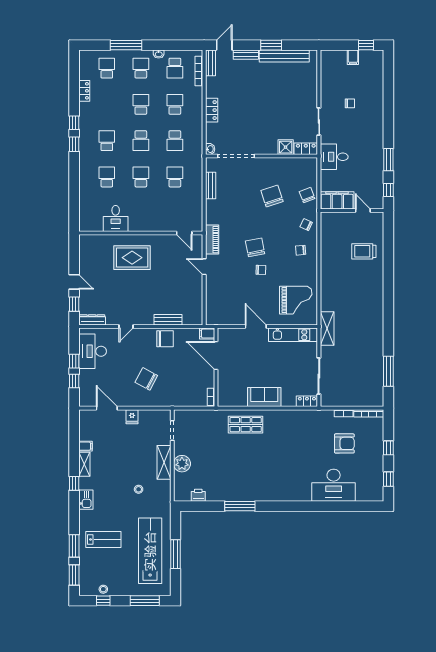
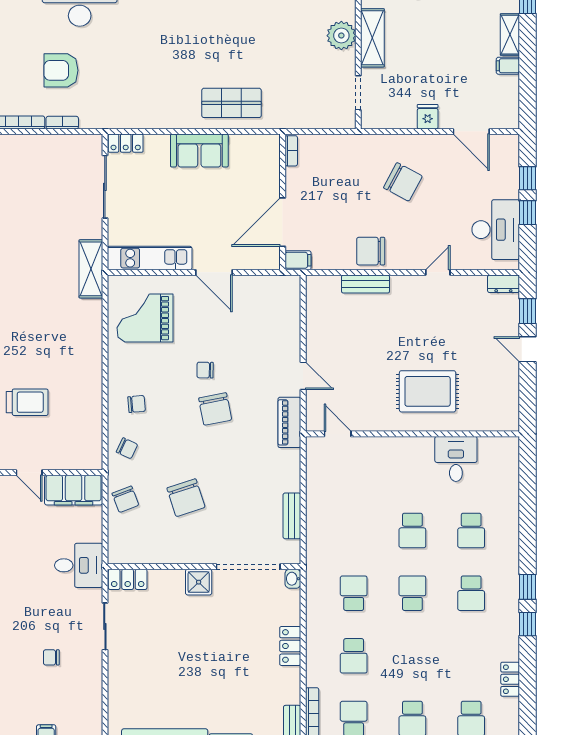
school desk: (141, 104) -> (412, 656), removed
shower: (286, 147) -> (199, 582), moved
school desk: (175, 177) -> (354, 531), removed
dresser: (92, 320) -> (503, 284), width x0.70
door: (216, 356) -> (283, 222), swing flipped

